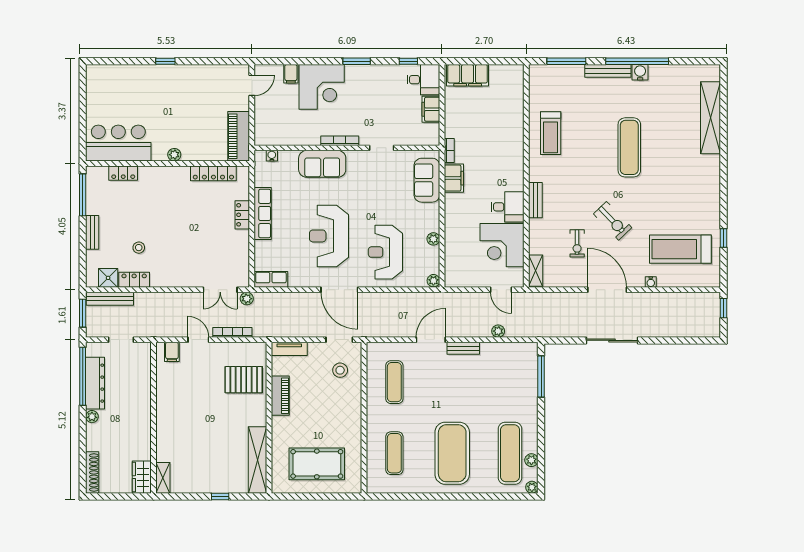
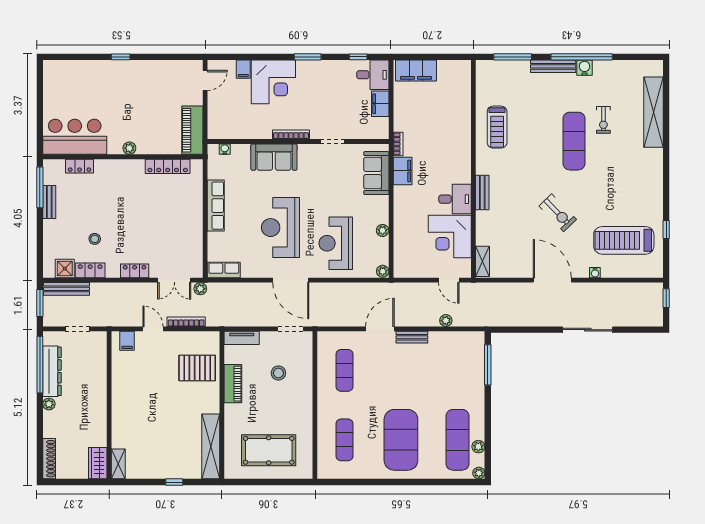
locker: (242, 215) -> (135, 271), moved, turned 90
bench: (92, 232) -> (49, 202), moved
exercise bike: (577, 243) -> (603, 120), moved
sliding door: (612, 340) -> (588, 330), moved
stool: (340, 370) -> (278, 373), moved

